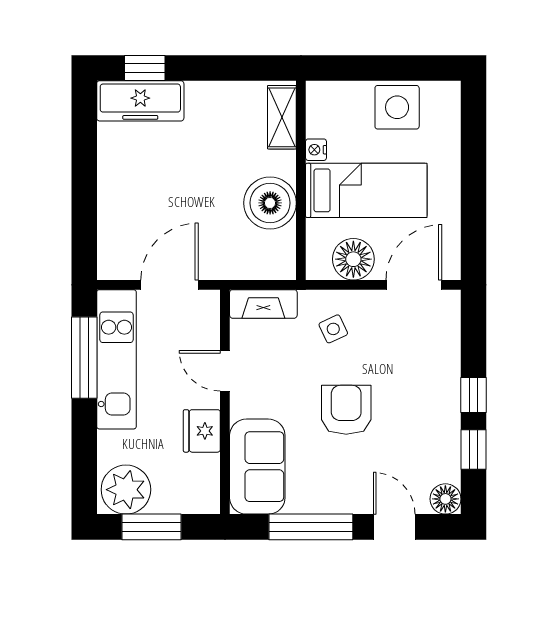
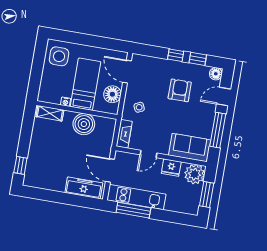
freezer: (140, 101) -> (84, 188), moved, turned -90
side table: (397, 107) -> (59, 56), moved
armchair: (346, 410) -> (180, 90), moved, turned 90
plant: (126, 490) -> (195, 174), moved

